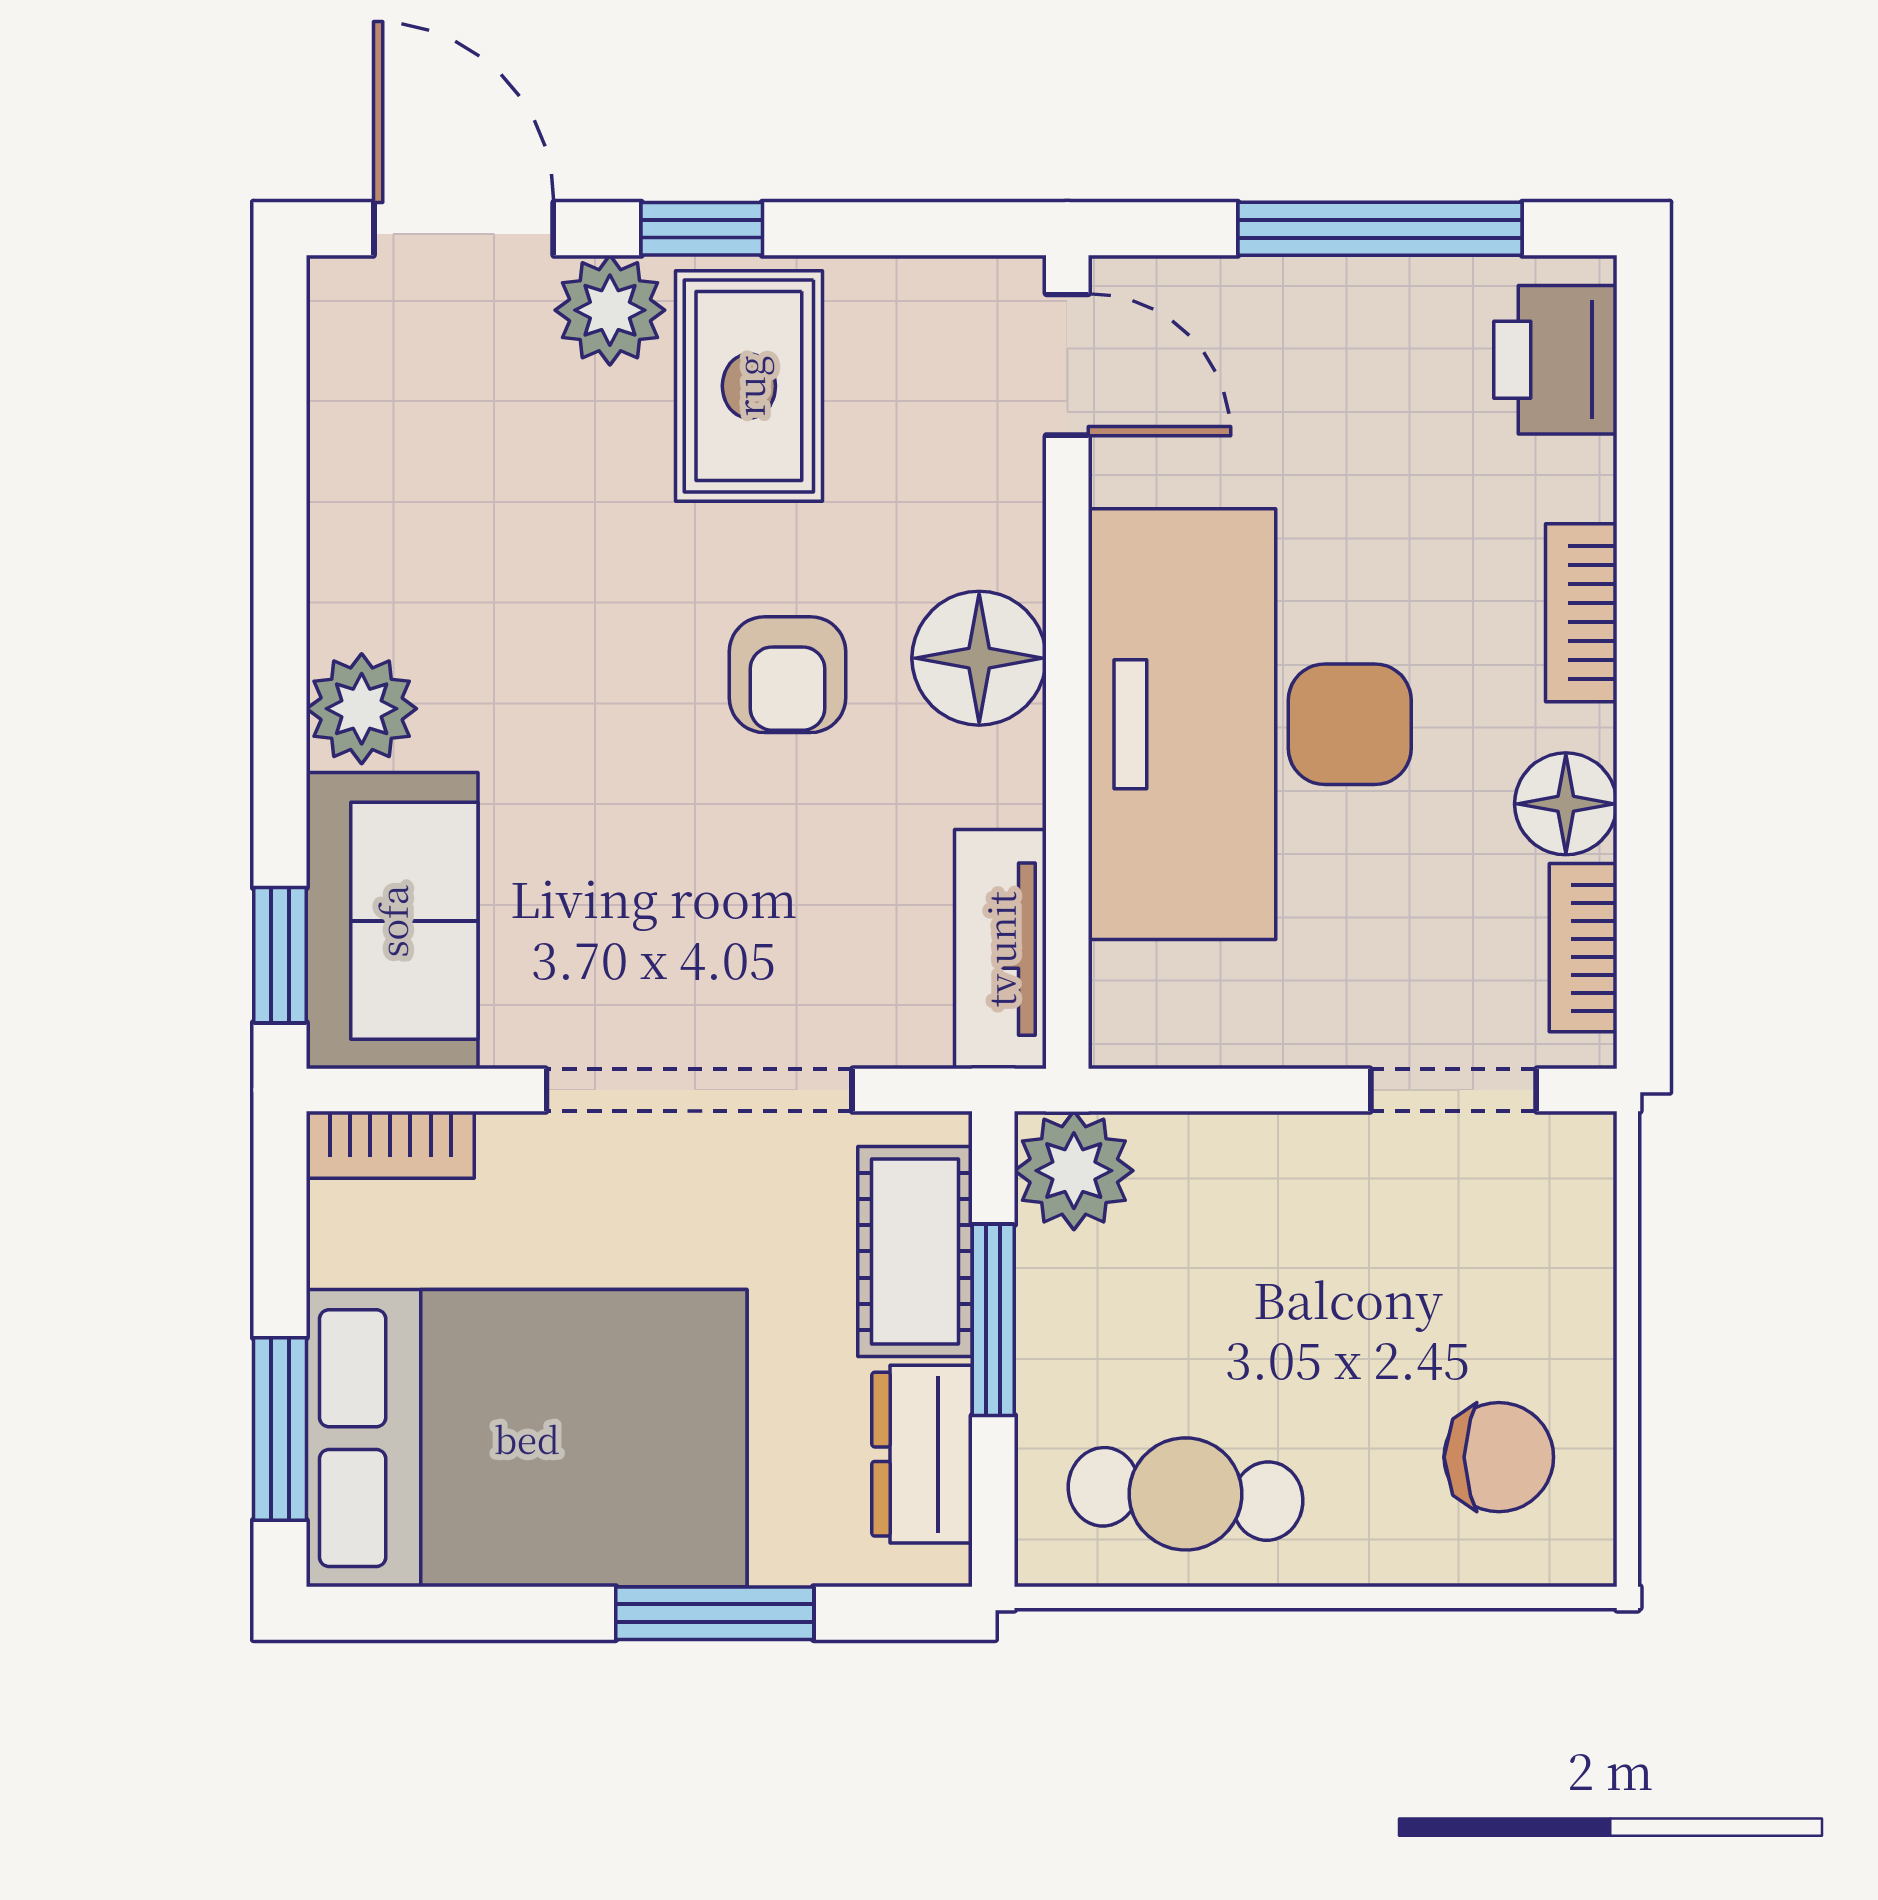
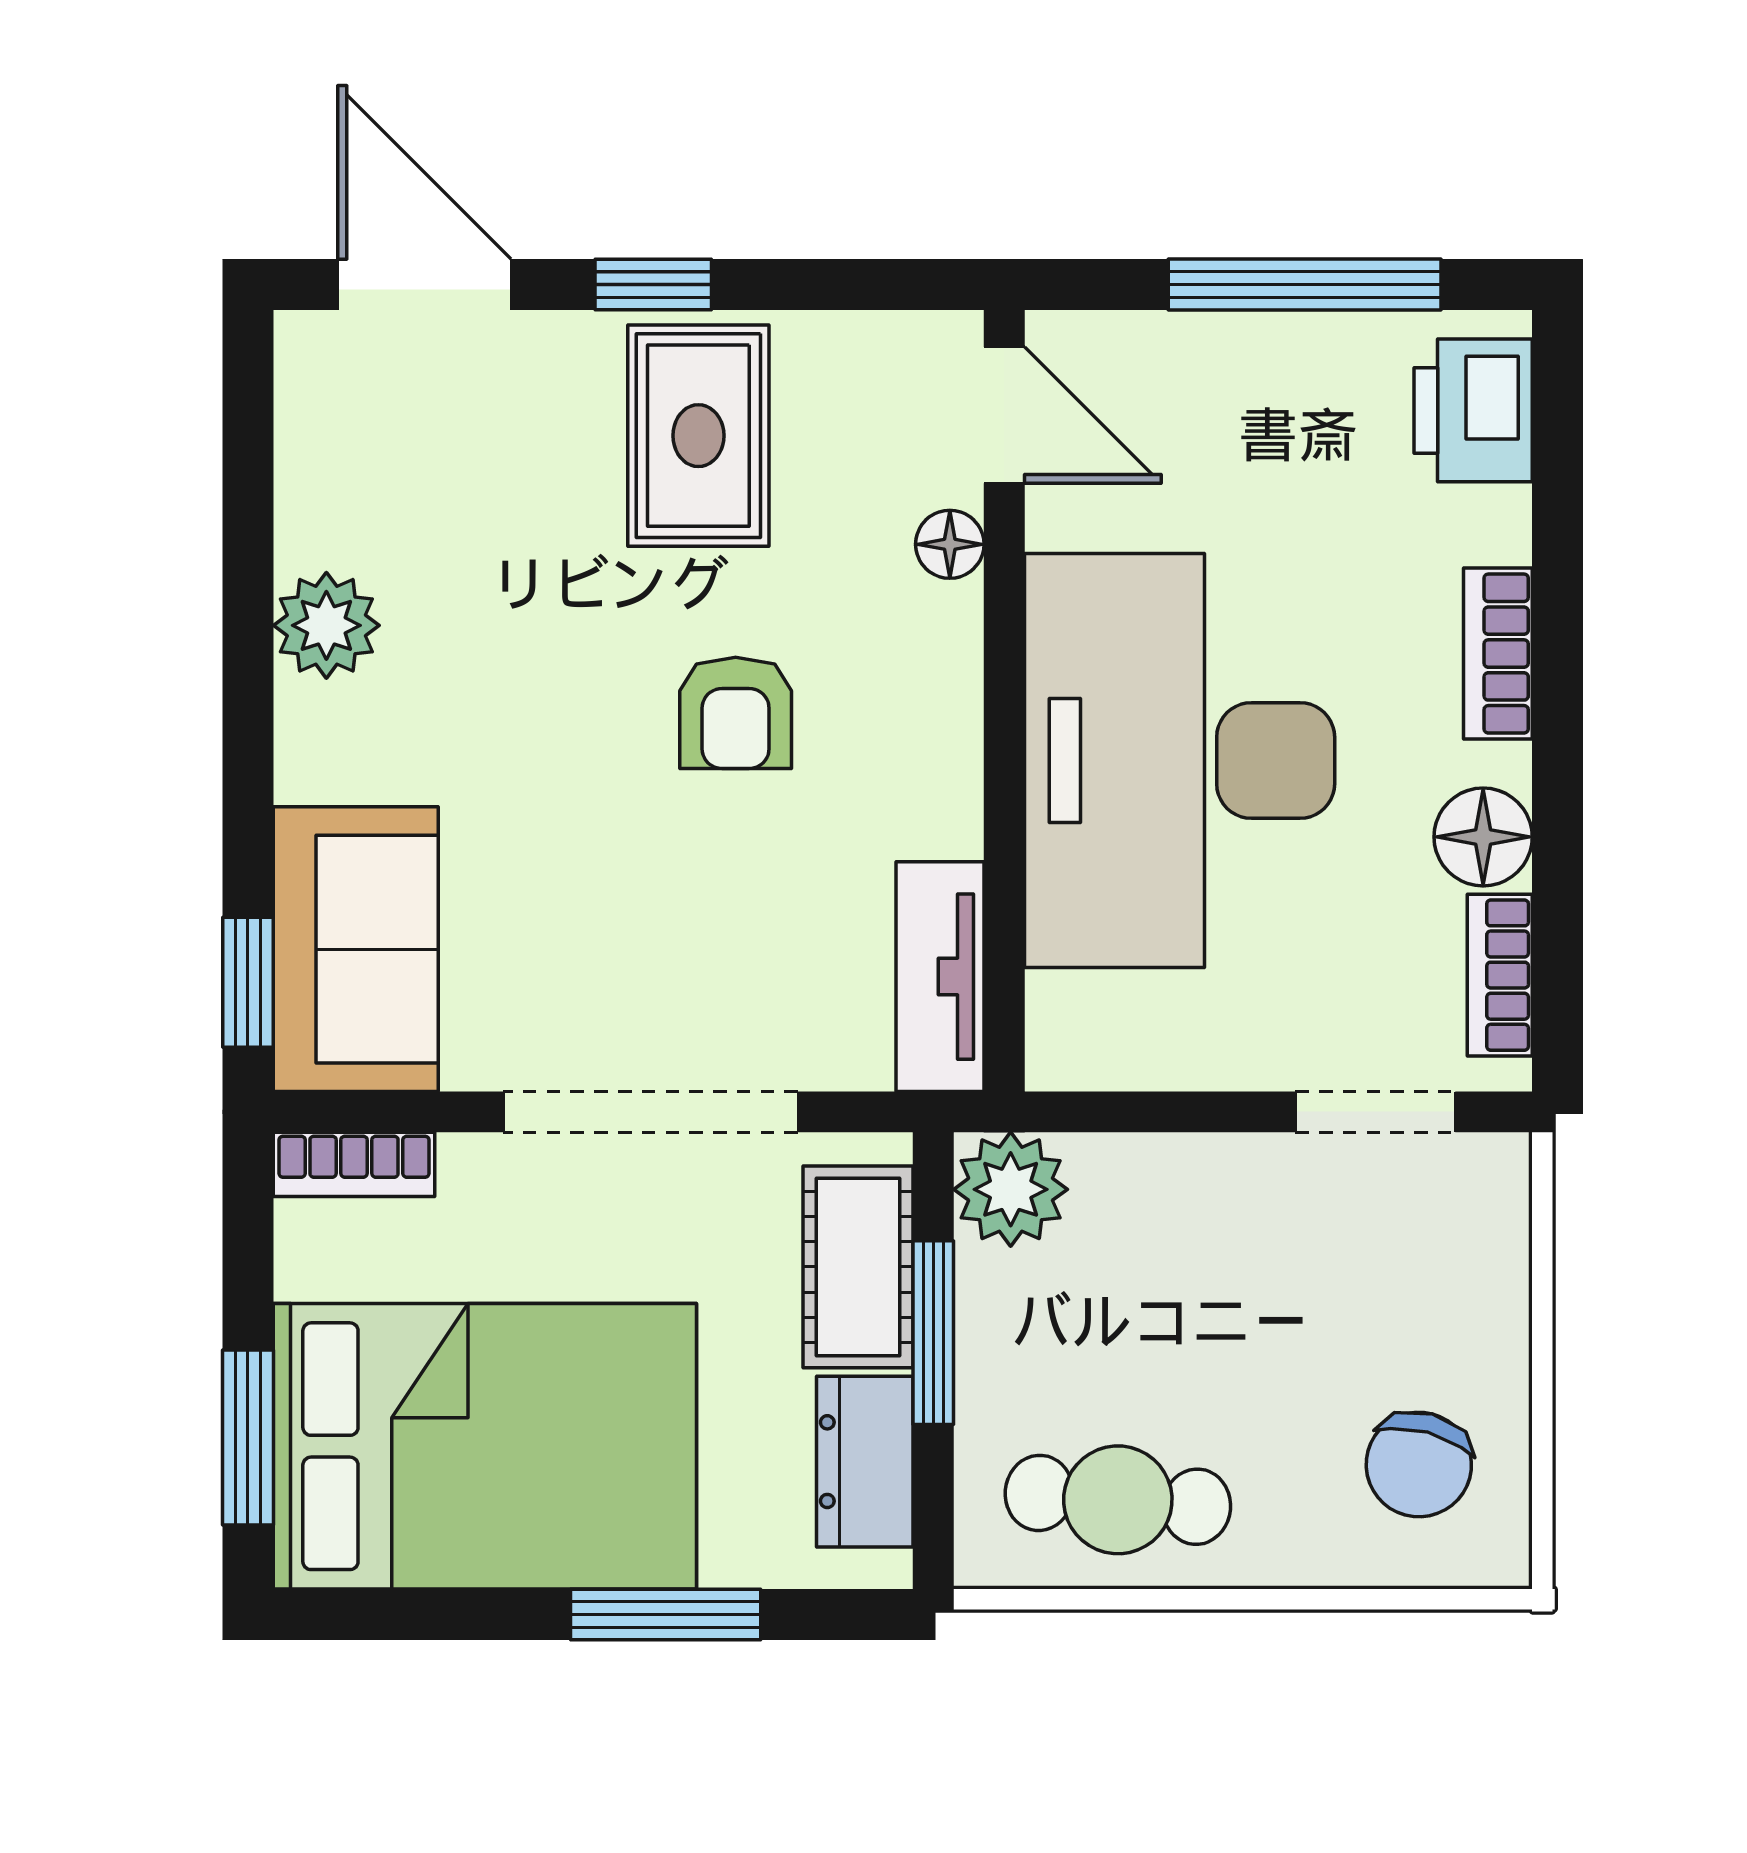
plant: (610, 310) -> (565, 363), removed
floor lamp: (979, 658) -> (950, 544), moved, width x0.53, depth x0.53
plant: (362, 709) -> (326, 625), moved
chair: (1499, 1457) -> (1419, 1464), turned 105

